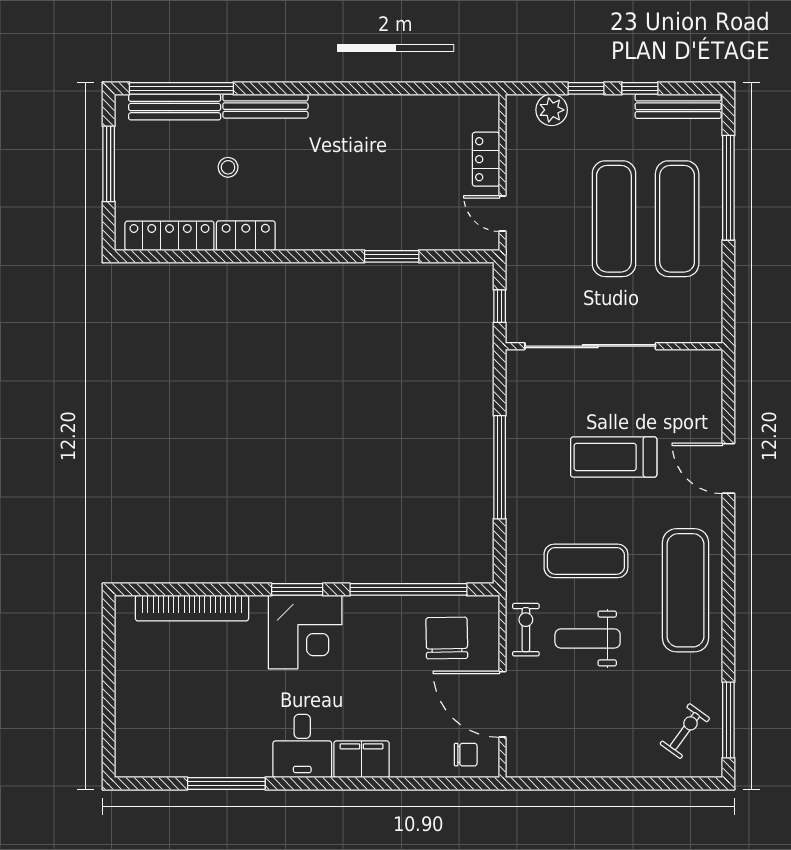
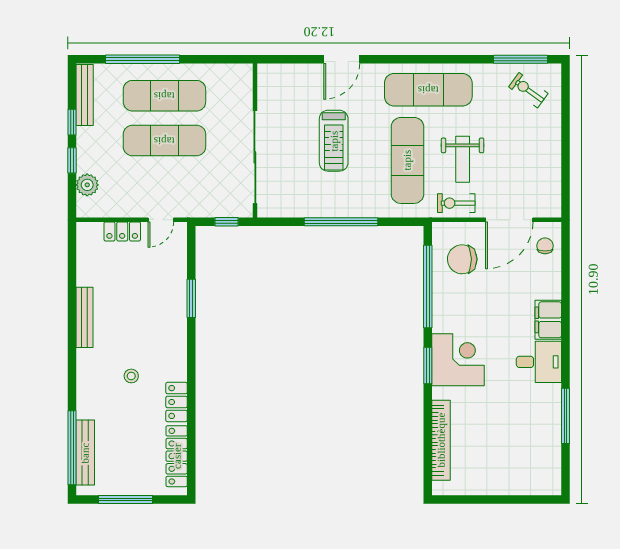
bench: (265, 106) -> (85, 317), moved
stool: (228, 167) -> (131, 376), moved
exercise mat: (586, 561) -> (407, 160), width x1.36, depth x1.45

